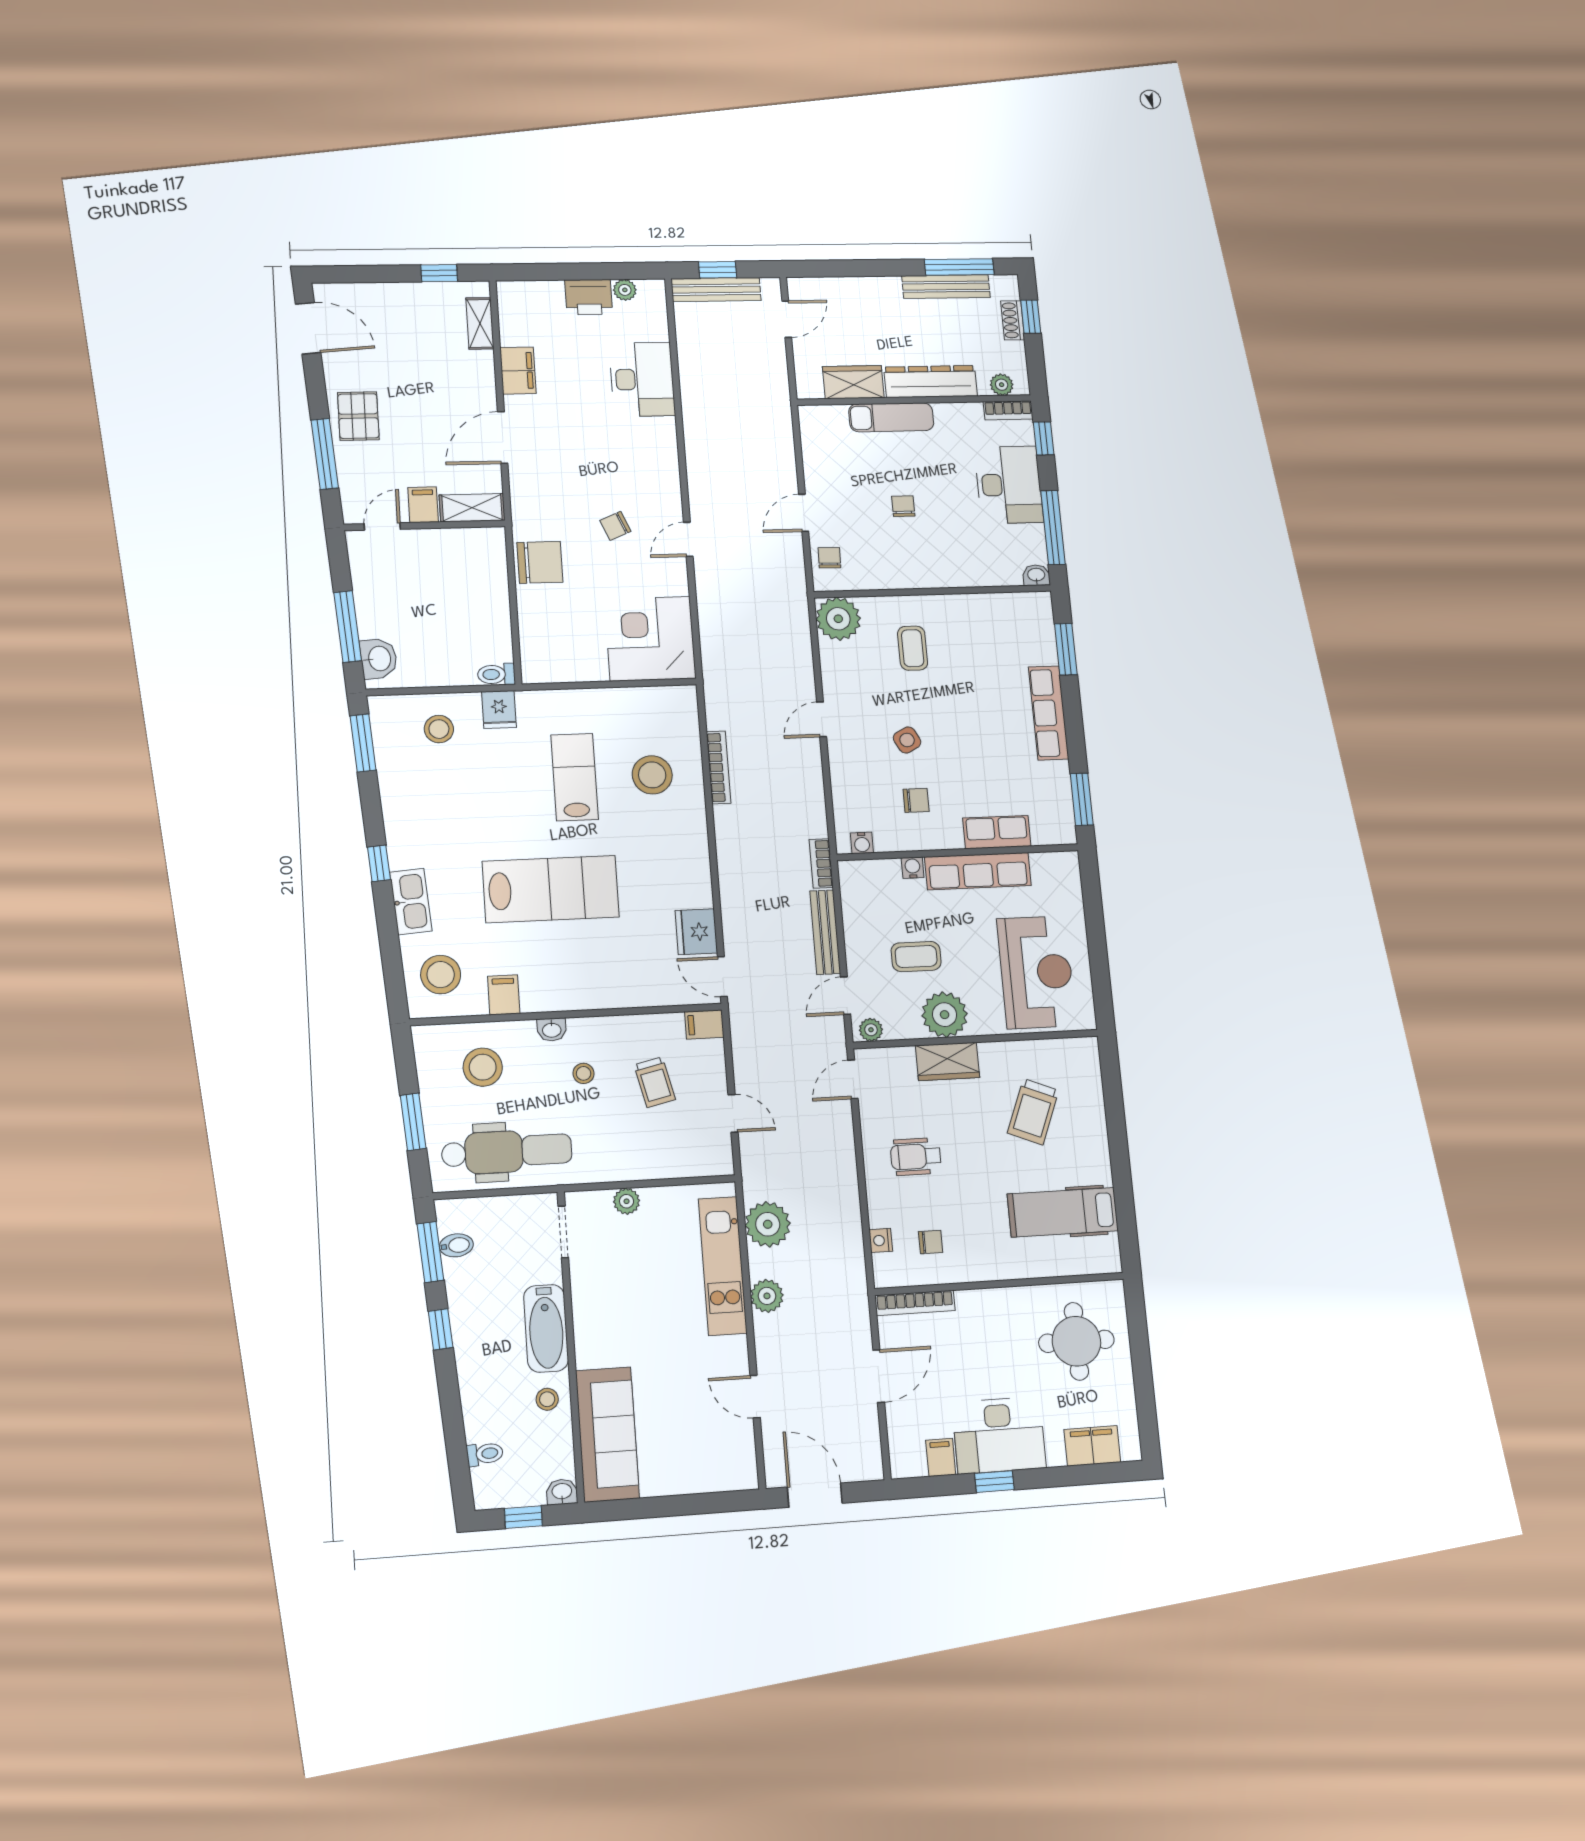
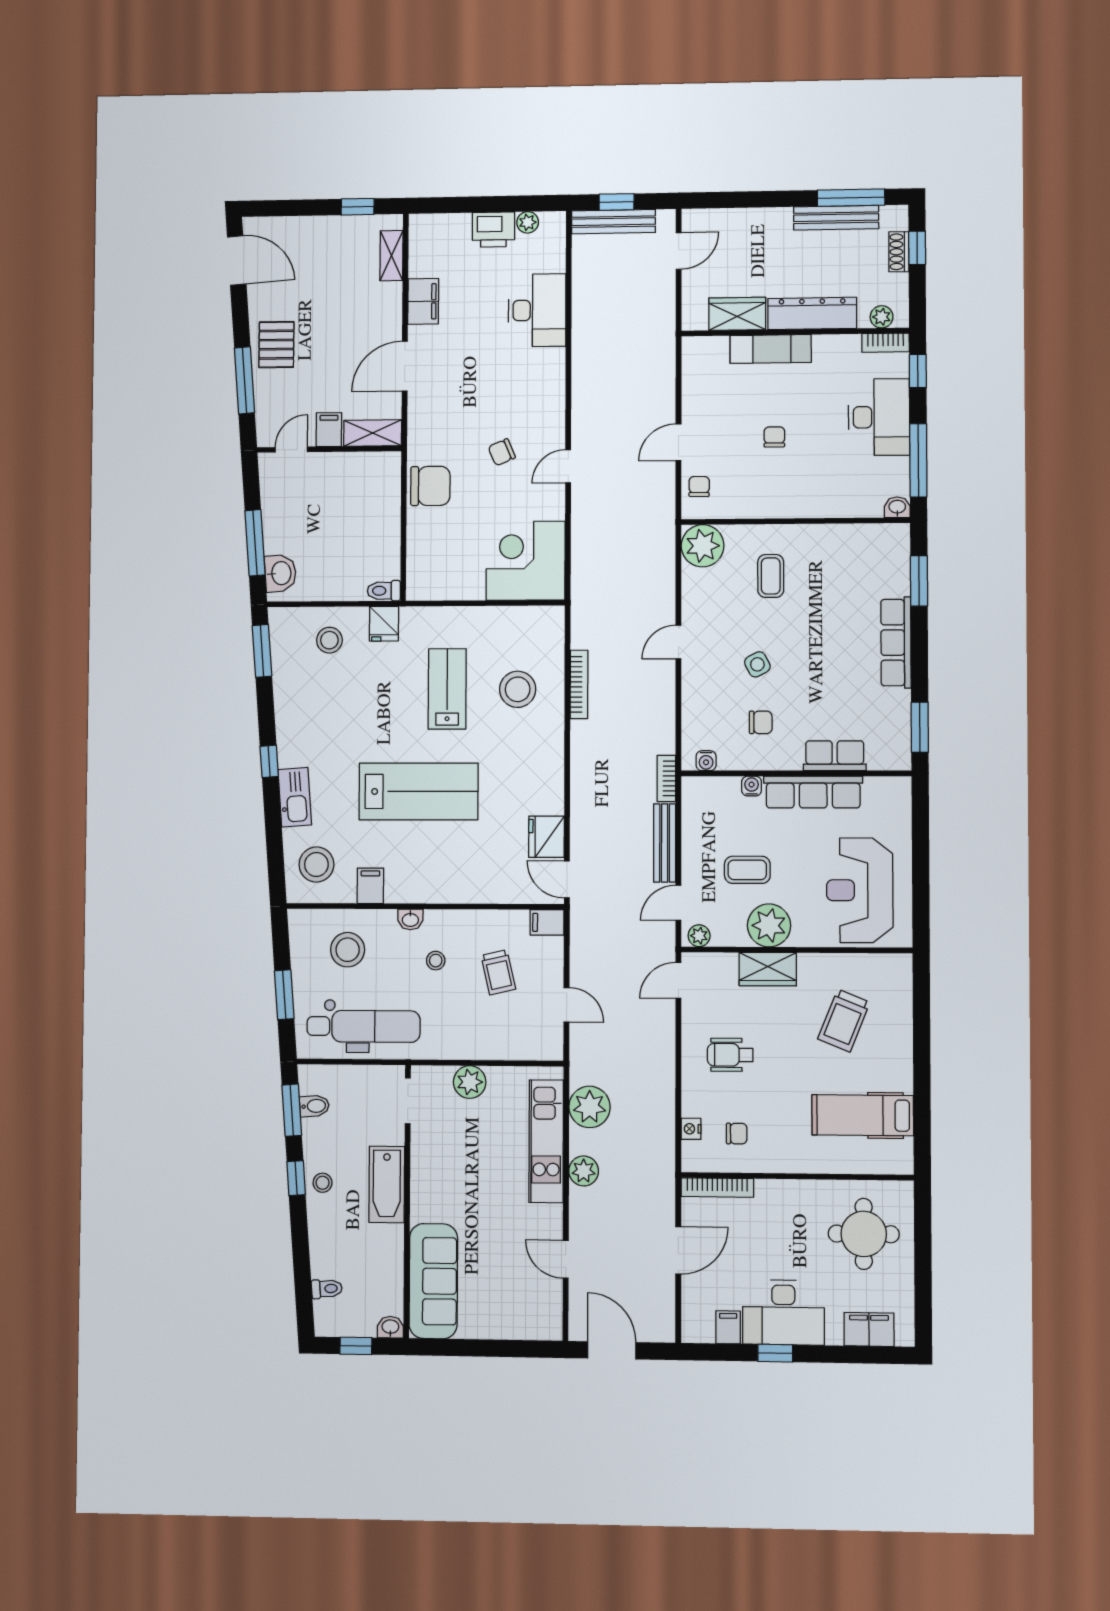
reception desk: (1036, 972) -> (860, 890), turned 180
plant: (627, 1201) -> (470, 1082), width x1.38, depth x1.38
stool: (547, 1399) -> (323, 1183), moved

